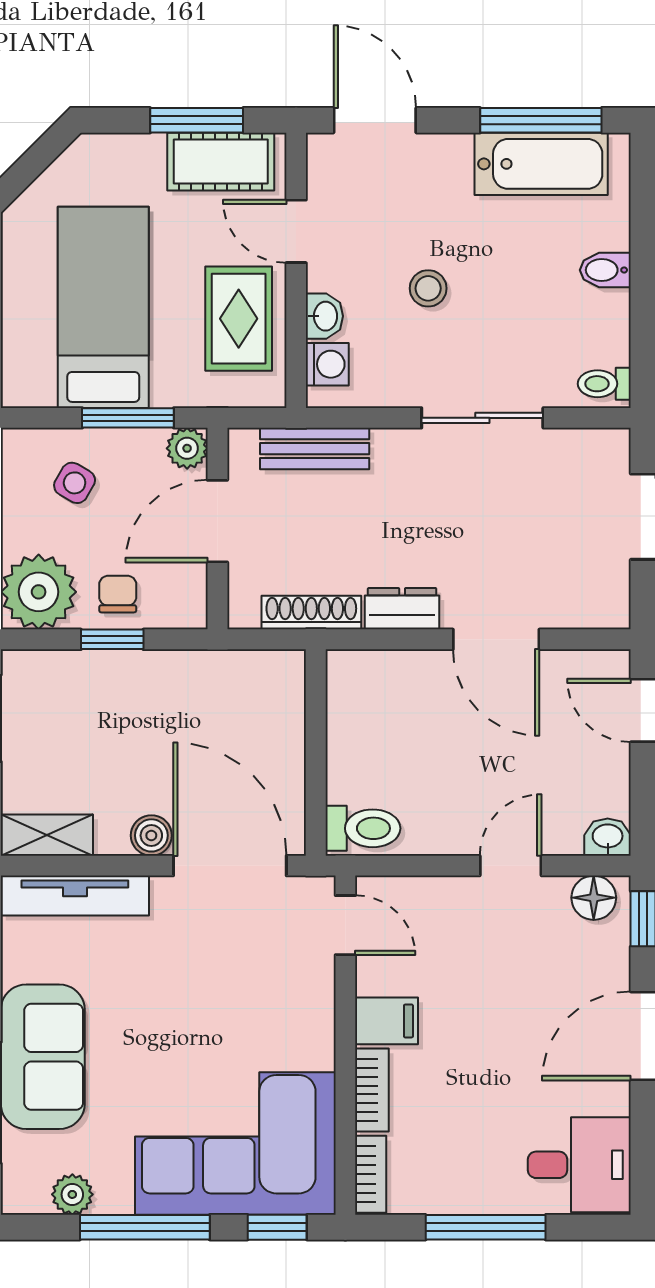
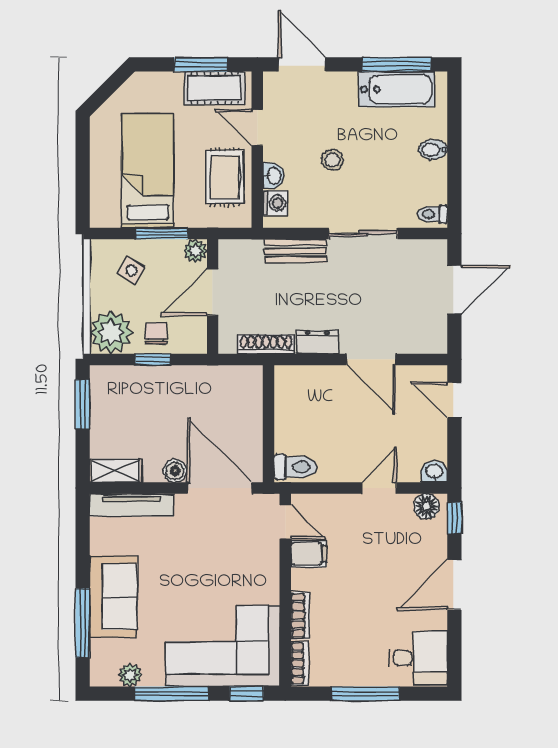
bench: (315, 449) -> (296, 251), moved
filing cabinet: (387, 1021) -> (309, 554), moved

